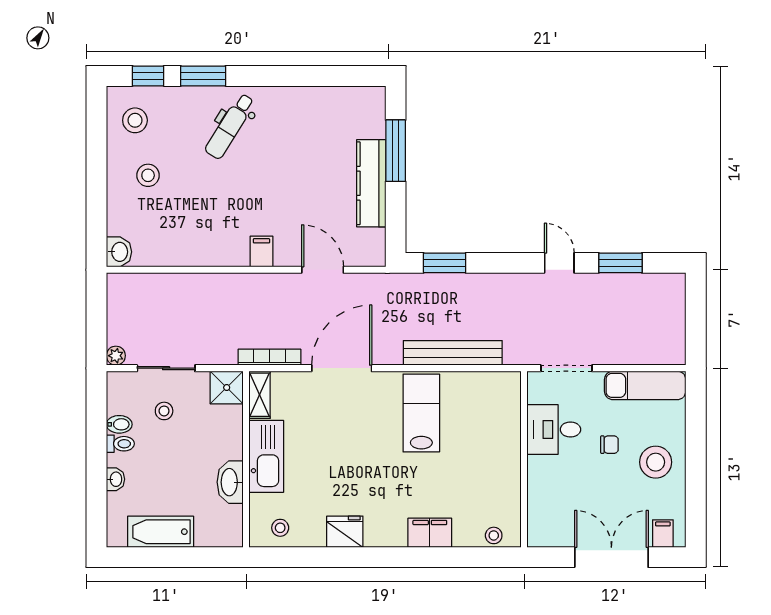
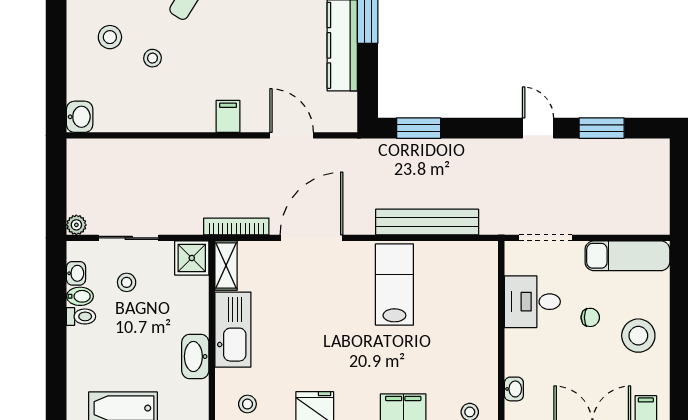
stool: (189, 196) -> (153, 58), added
washbasin: (115, 479) -> (76, 273), moved
washbasin: (536, 513) -> (514, 389), added

